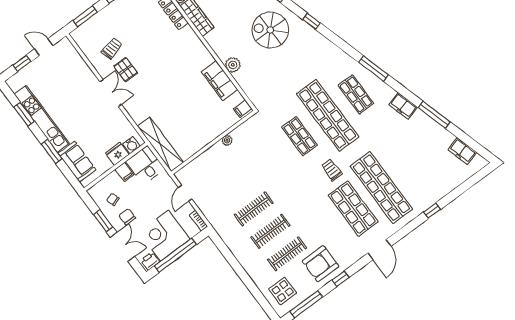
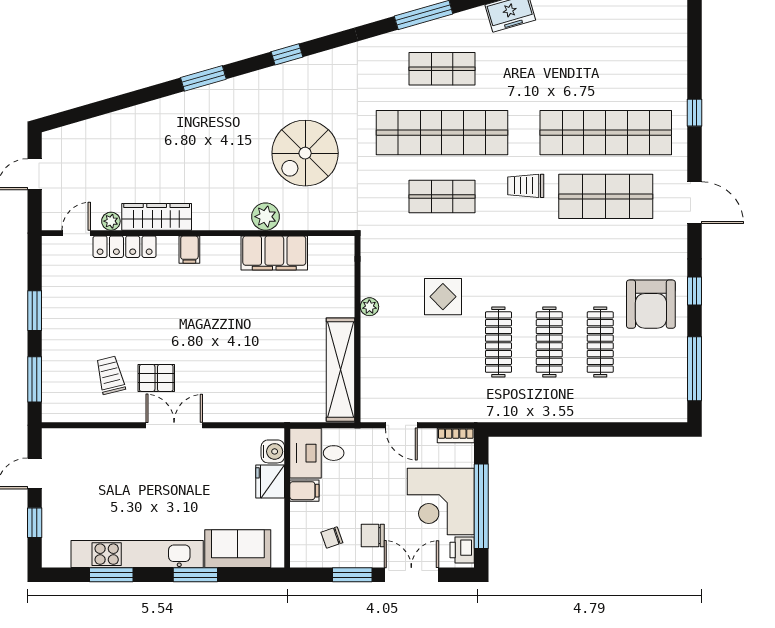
spiral stairs: (270, 30) -> (305, 153), moved
filing cabinet: (243, 109) -> (189, 250), moved
shelving: (160, 144) -> (341, 370), moved, turned 90
window: (432, 211) -> (694, 113), moved
display table: (283, 291) -> (443, 297), moved

